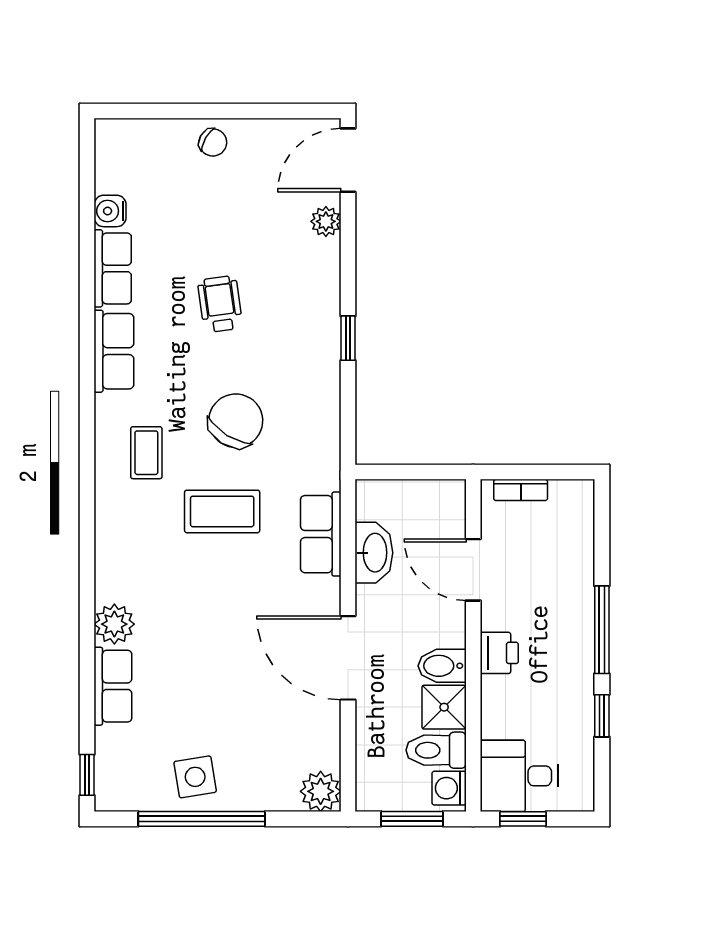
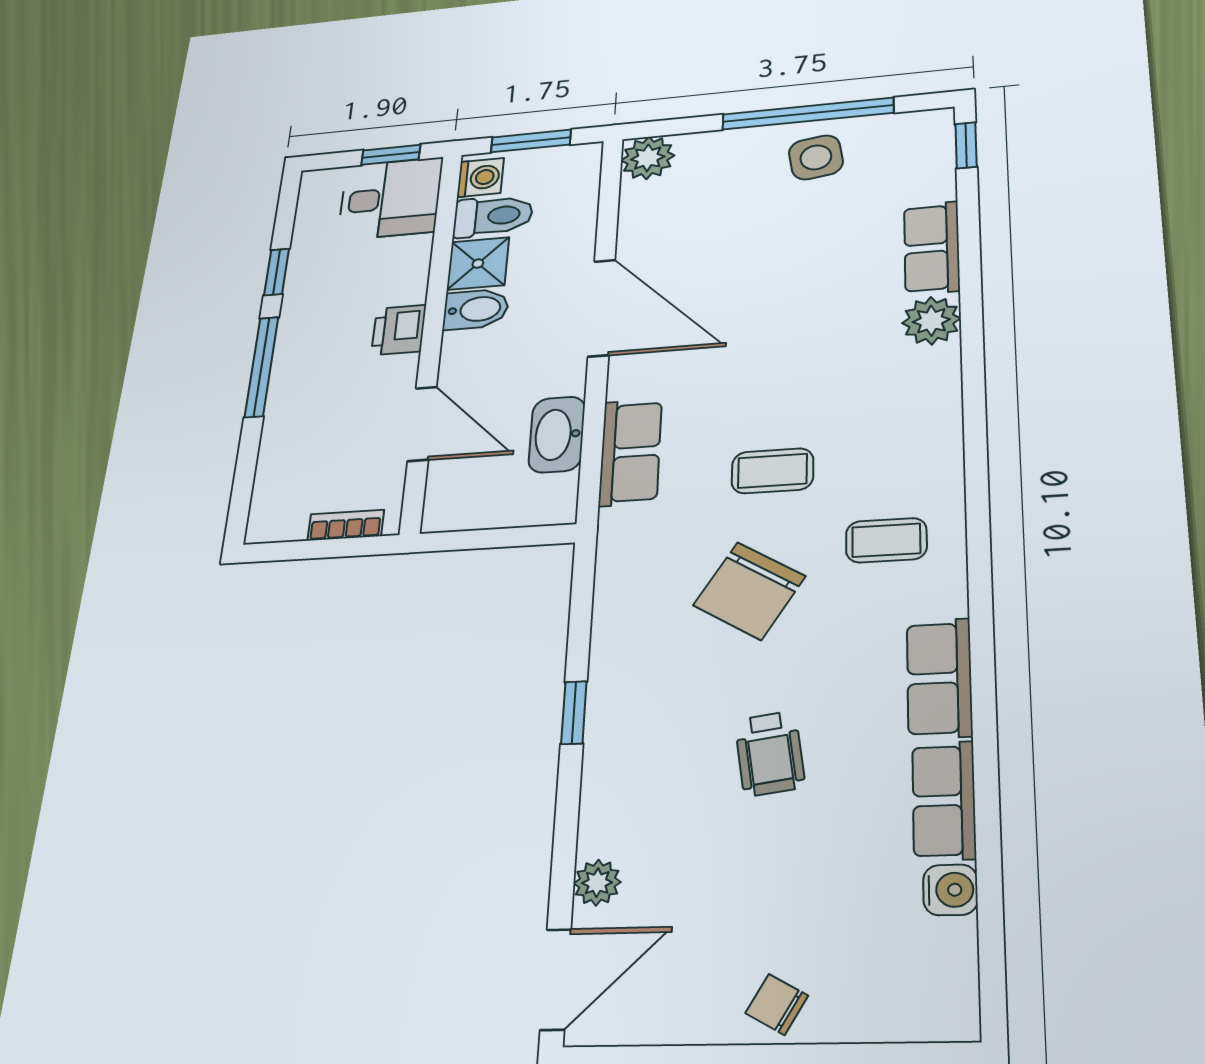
coffee table: (146, 453) -> (886, 540), turned 90
coffee table: (222, 511) -> (772, 471), width x0.73, depth x0.77

